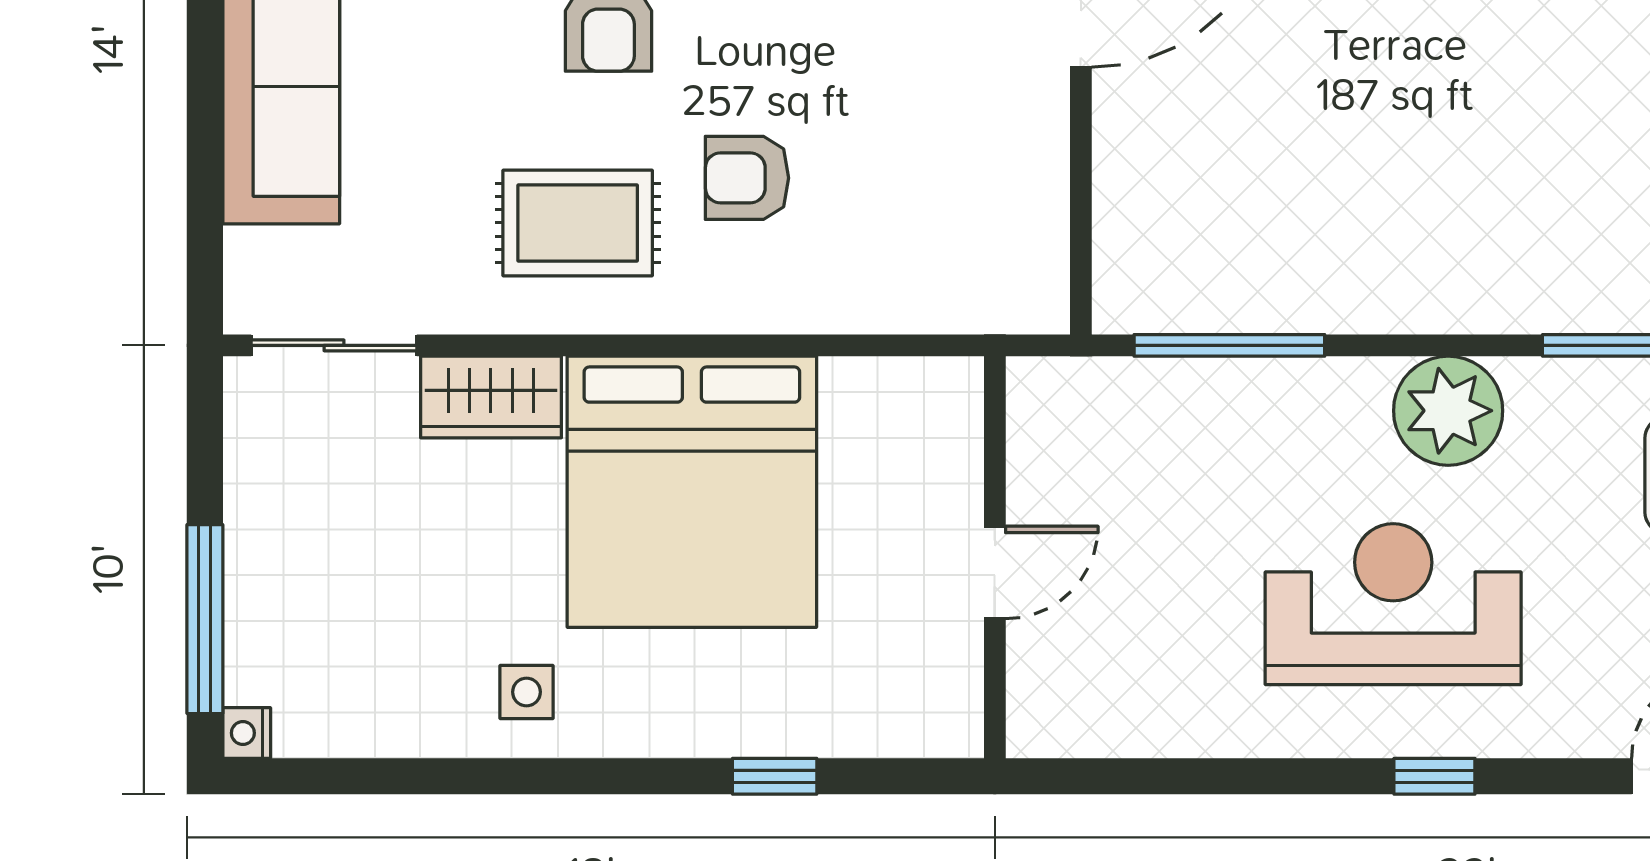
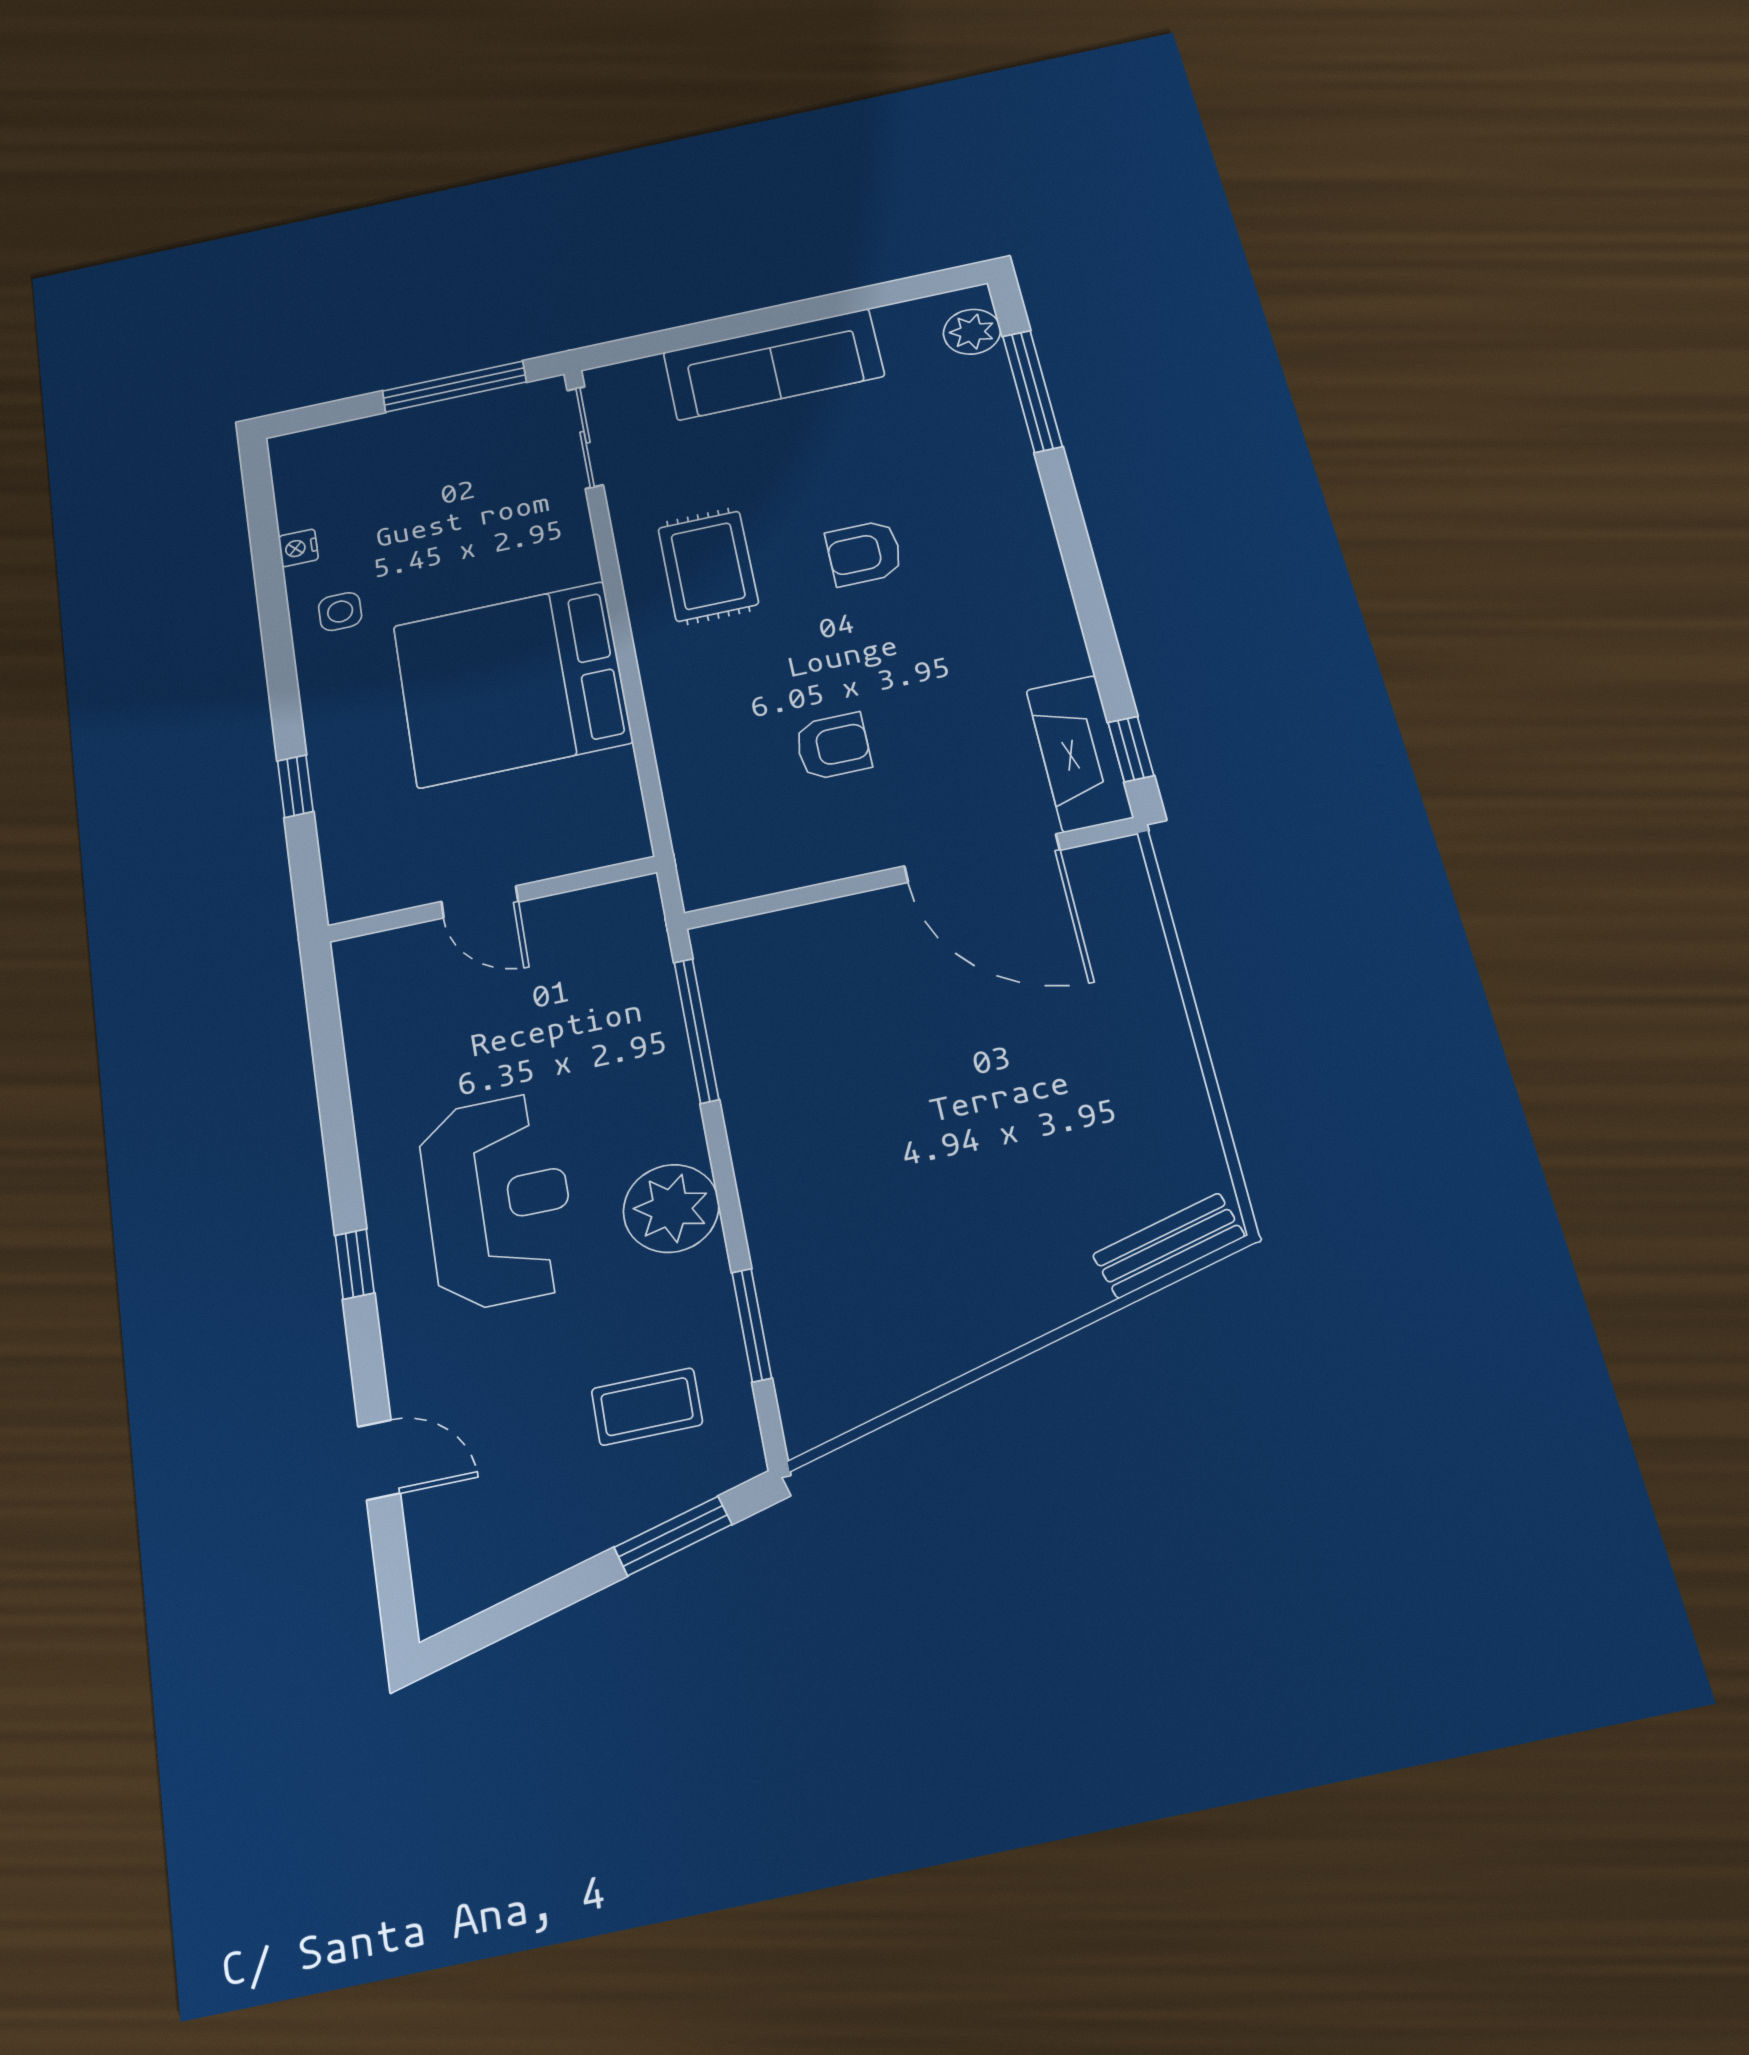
armchair: (747, 178) -> (833, 746), moved, turned 90
wardrobe: (491, 397) -> (563, 541), removed
window: (205, 619) -> (454, 387), moved
nightstand: (247, 733) -> (298, 548), moved, turned -90

